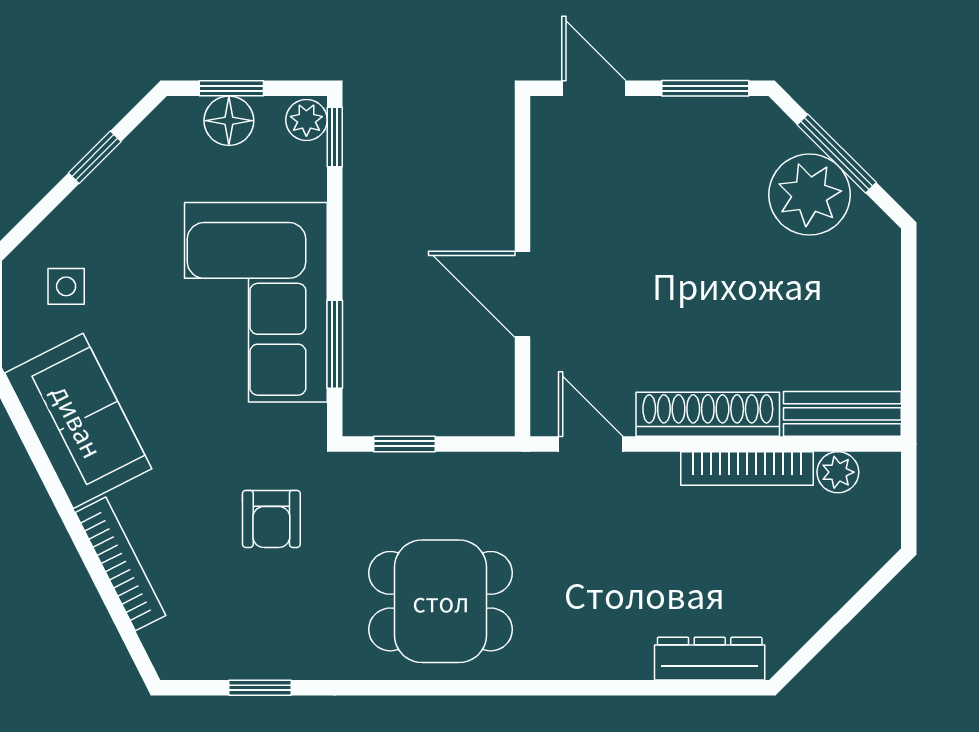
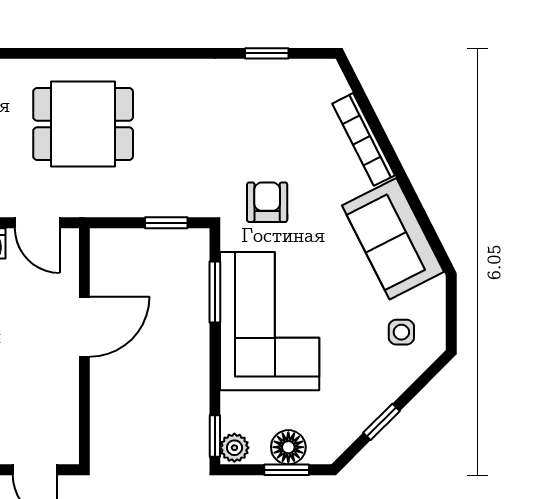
door: (523, 294) -> (84, 327), hinge flipped
armchair: (271, 519) -> (267, 202), moved
dining table: (441, 601) -> (83, 124), moved

